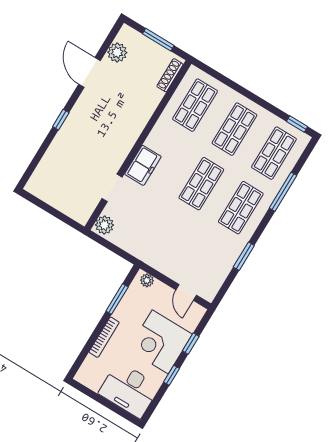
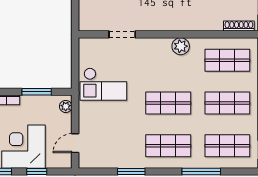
freezer: (143, 165) -> (155, 48), removed
plant: (104, 225) -> (181, 46), moved
checkout: (148, 233) -> (103, 84), added

